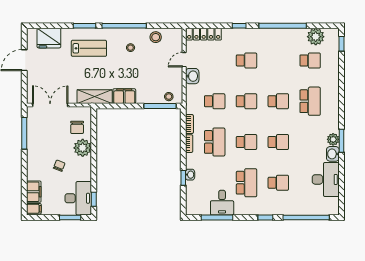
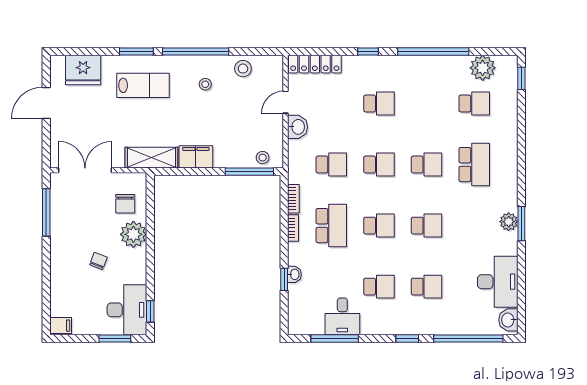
washbasin: (333, 154) -> (508, 320), moved
school desk: (246, 183) -> (379, 287), width x0.54
filing cabinet: (34, 192) -> (60, 300), removed

